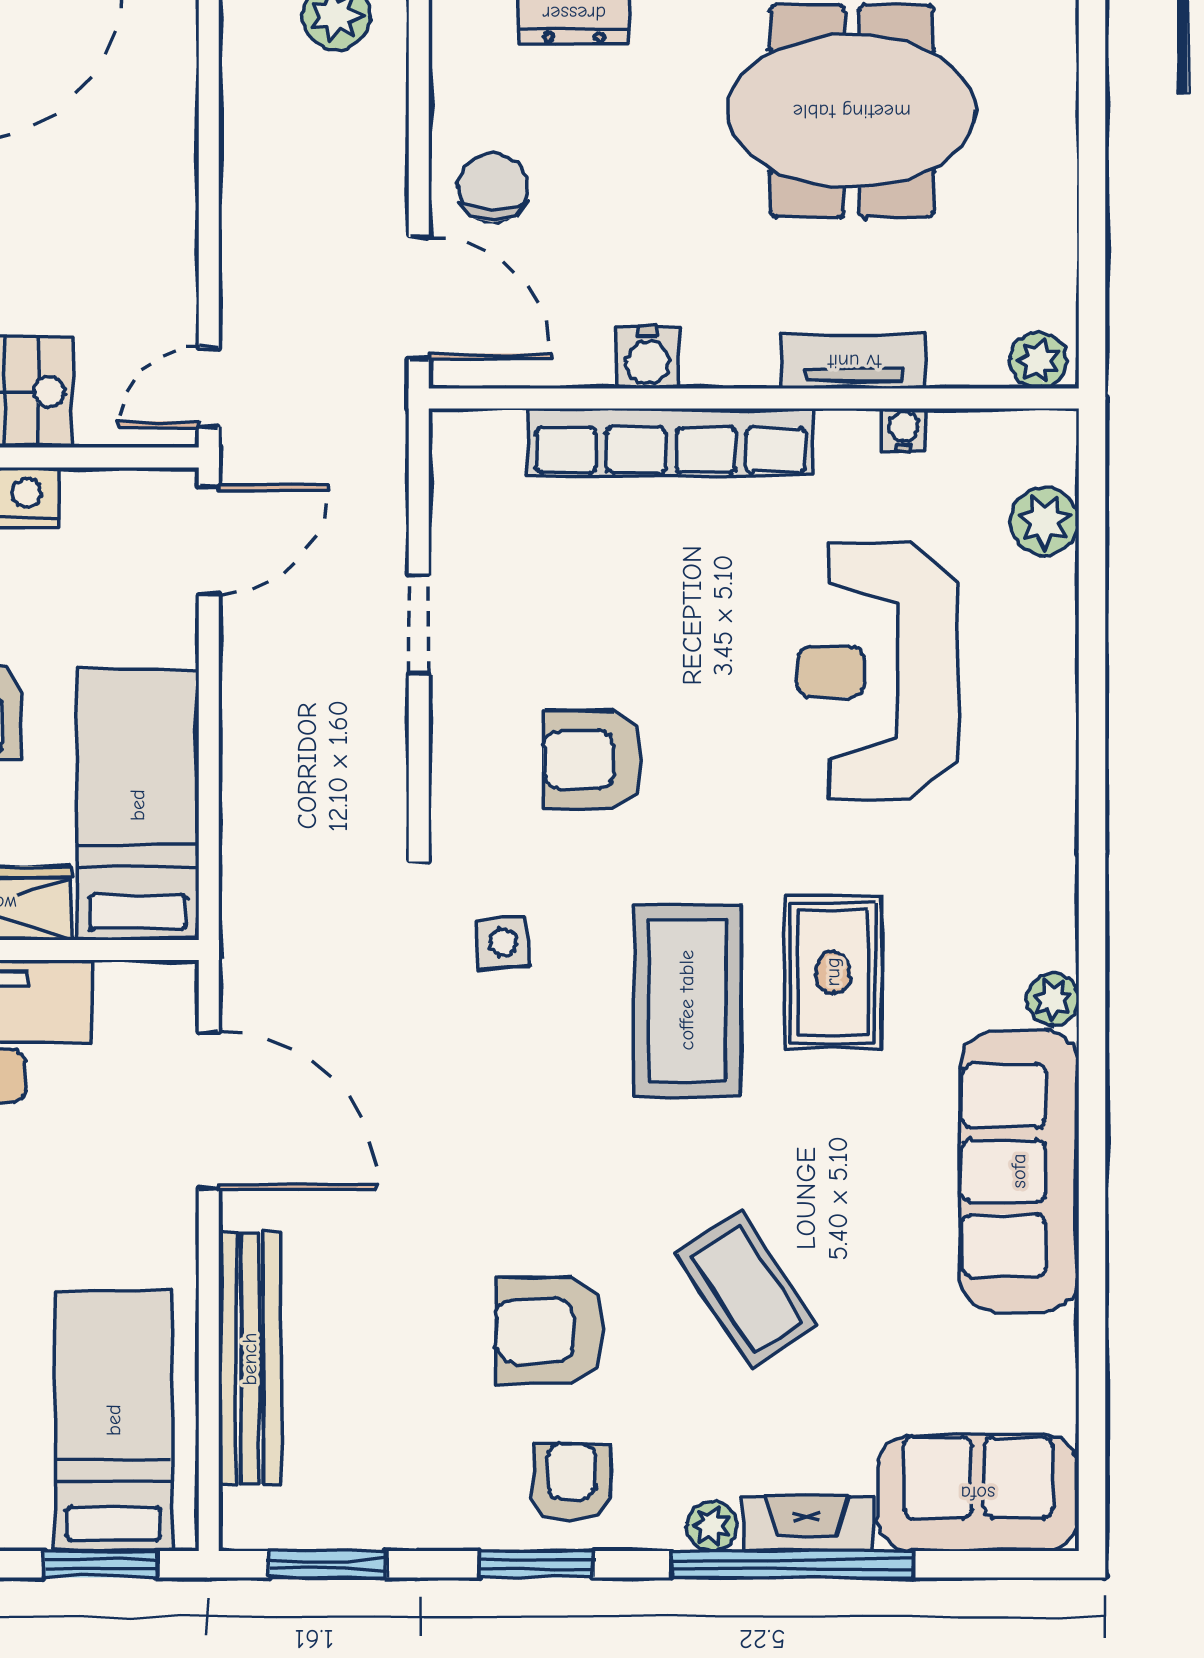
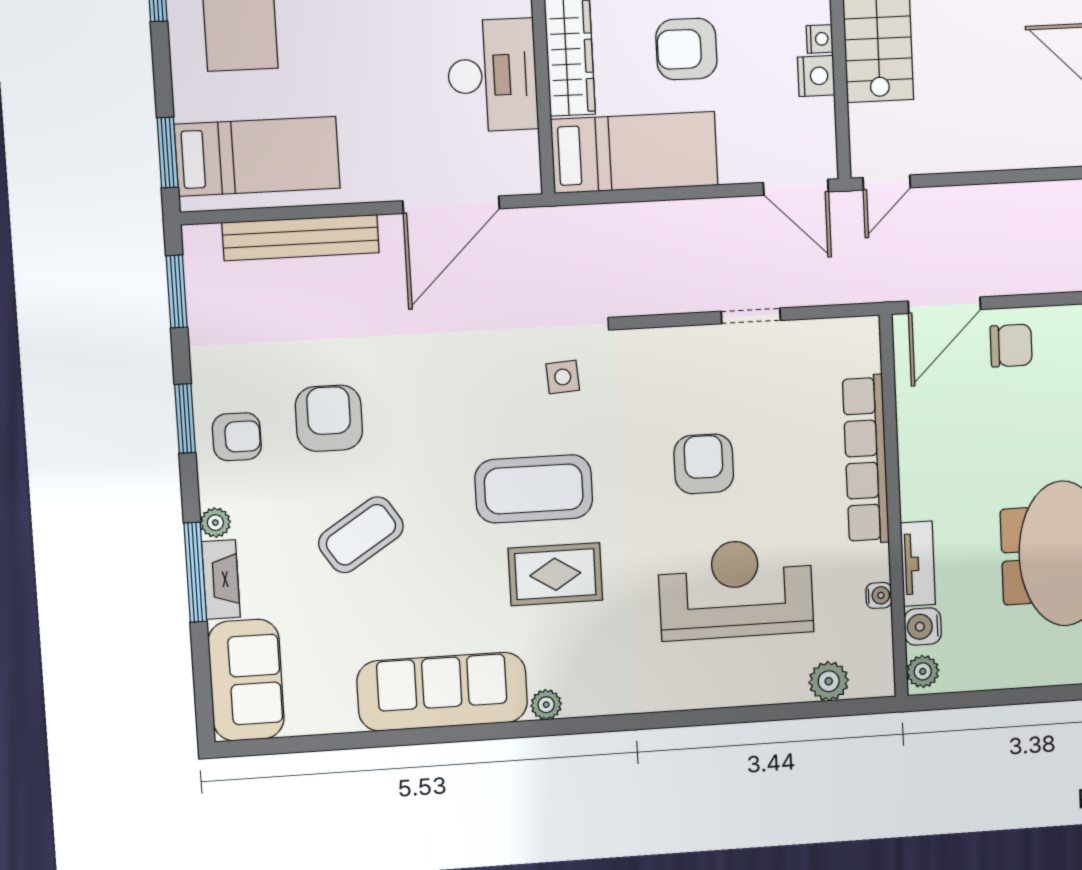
water cooler: (648, 357) -> (923, 627), moved
door: (209, 387) -> (887, 183), swing flipped
armchair: (593, 760) -> (704, 464), moved
window: (792, 1564) -> (195, 572), width x0.68

